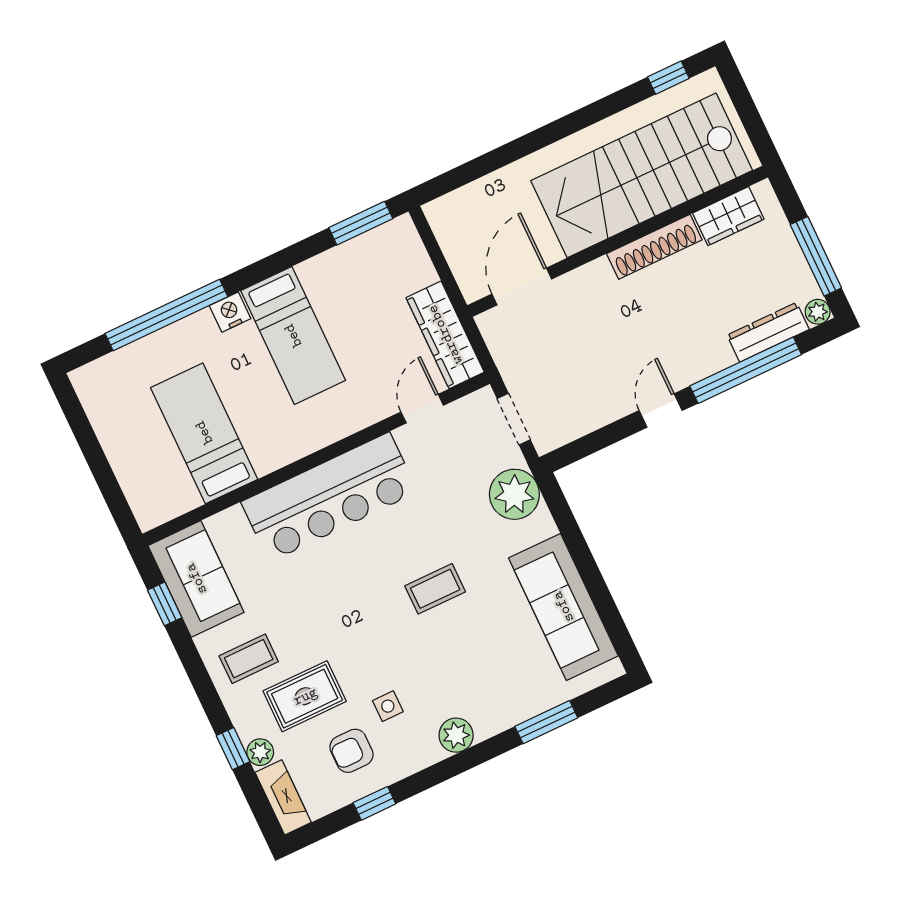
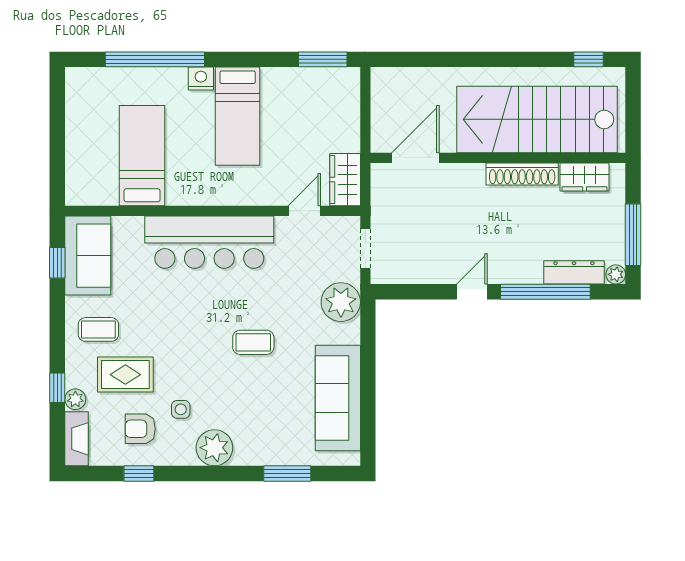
wardrobe: (445, 335) -> (345, 180), width x0.67
plant: (456, 735) -> (214, 448), width x1.36, depth x1.36

